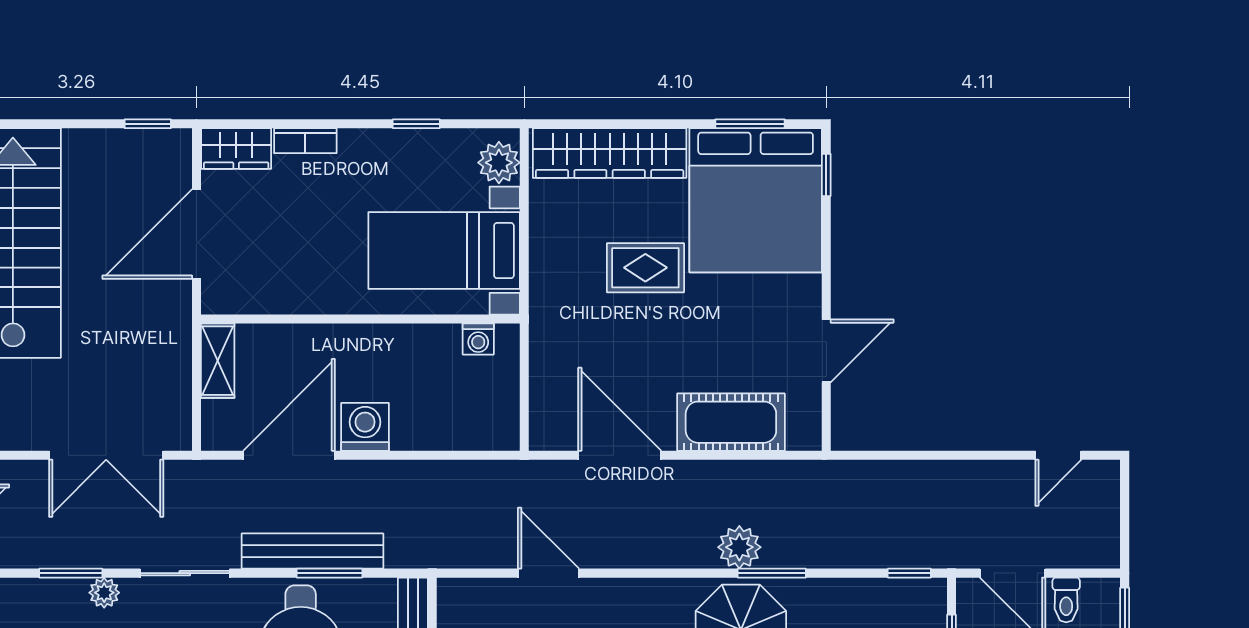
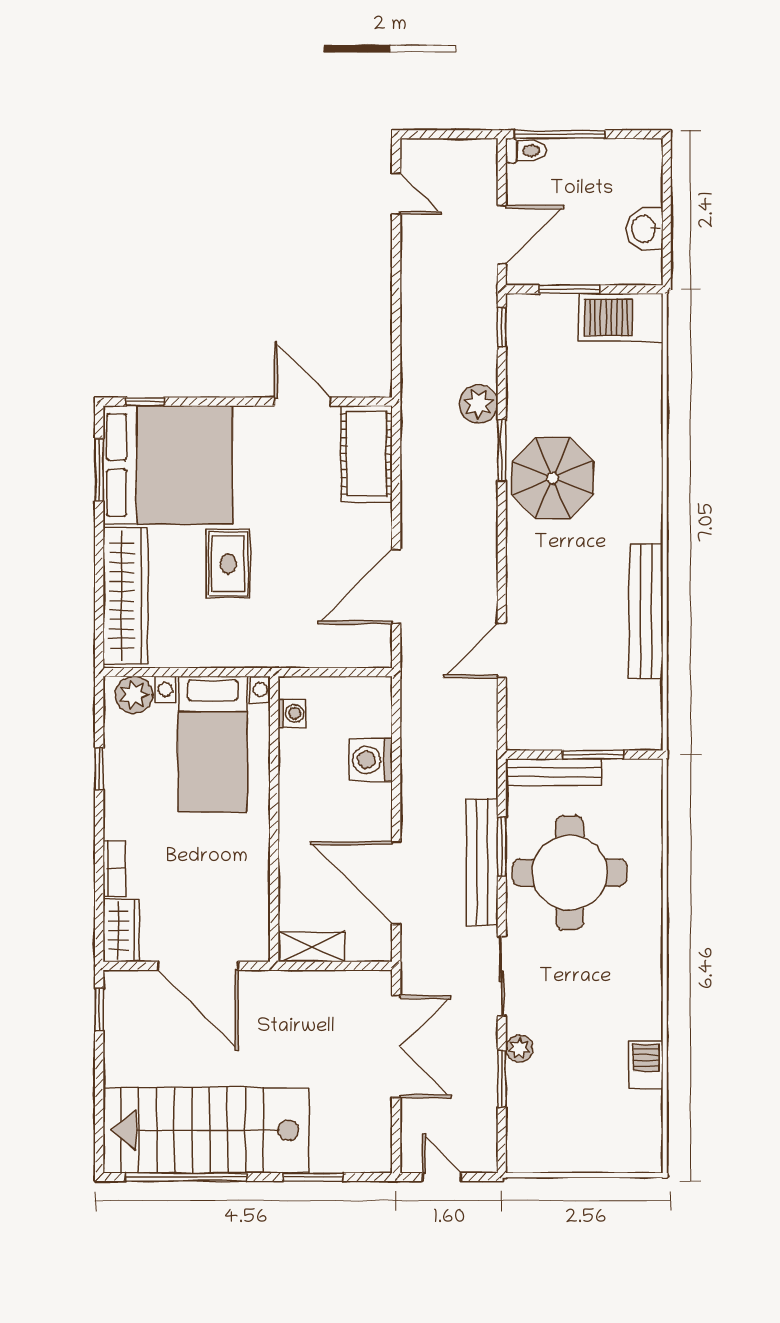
cot: (731, 422) -> (367, 454), moved
washing machine: (365, 427) -> (371, 760), moved
plant: (739, 547) -> (479, 404), moved
toilet: (1066, 600) -> (526, 151), moved

